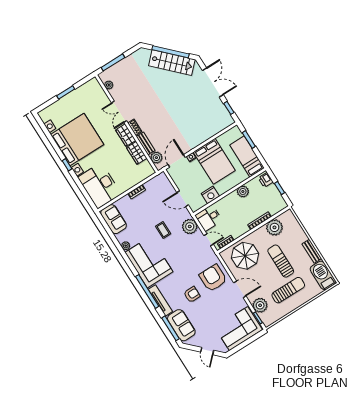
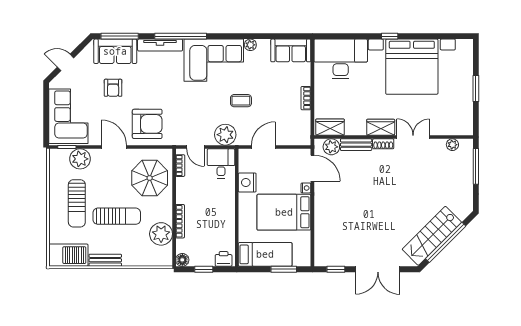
wardrobe: (137, 153) -> (330, 127), moved
plant: (243, 191) -> (227, 223), removed
floor lamp: (282, 205) -> (182, 260), added
door: (209, 240) -> (195, 147), hinge flipped
door: (240, 289) -> (114, 147), swing flipped
armchair: (192, 294) -> (113, 88), moved

